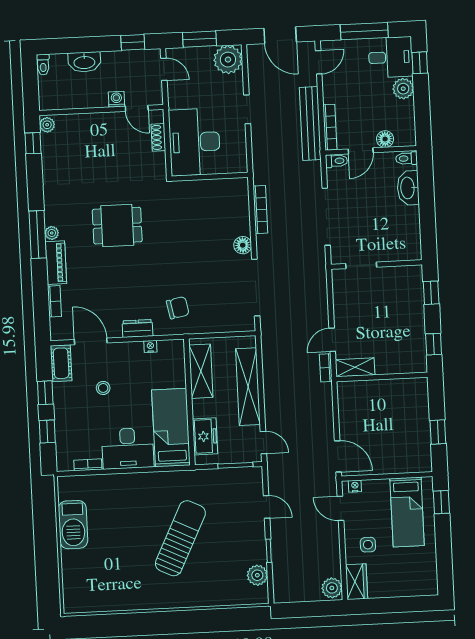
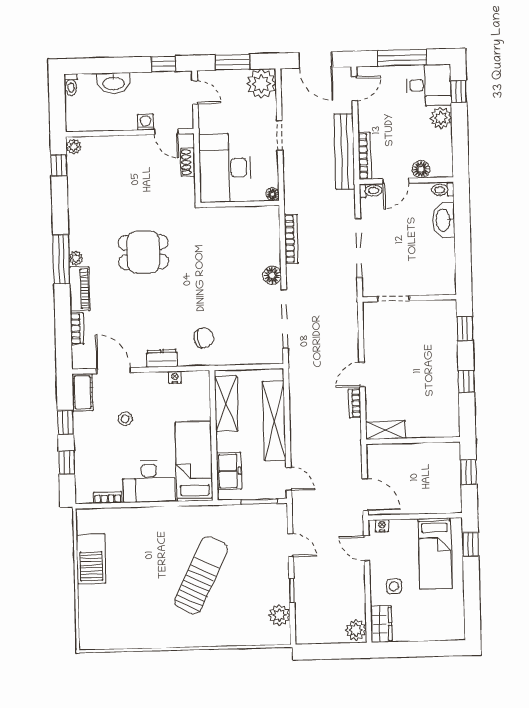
floor lamp: (241, 167) -> (273, 194), added
shelving: (355, 367) -> (386, 430), moved
wall: (382, 377) -> (413, 441), moved

